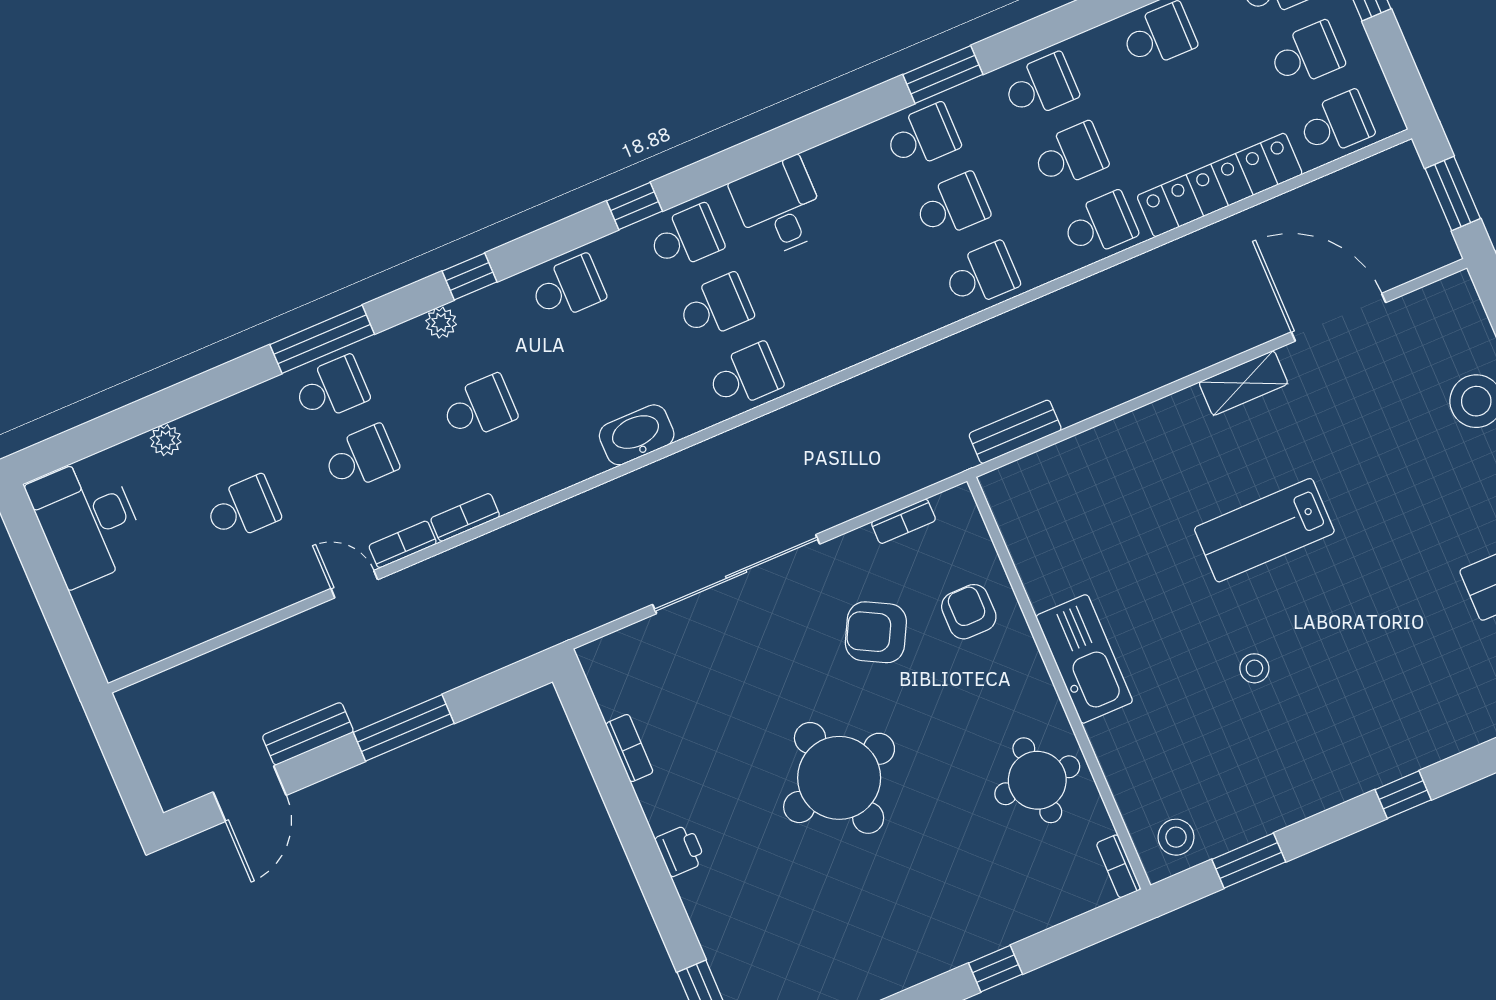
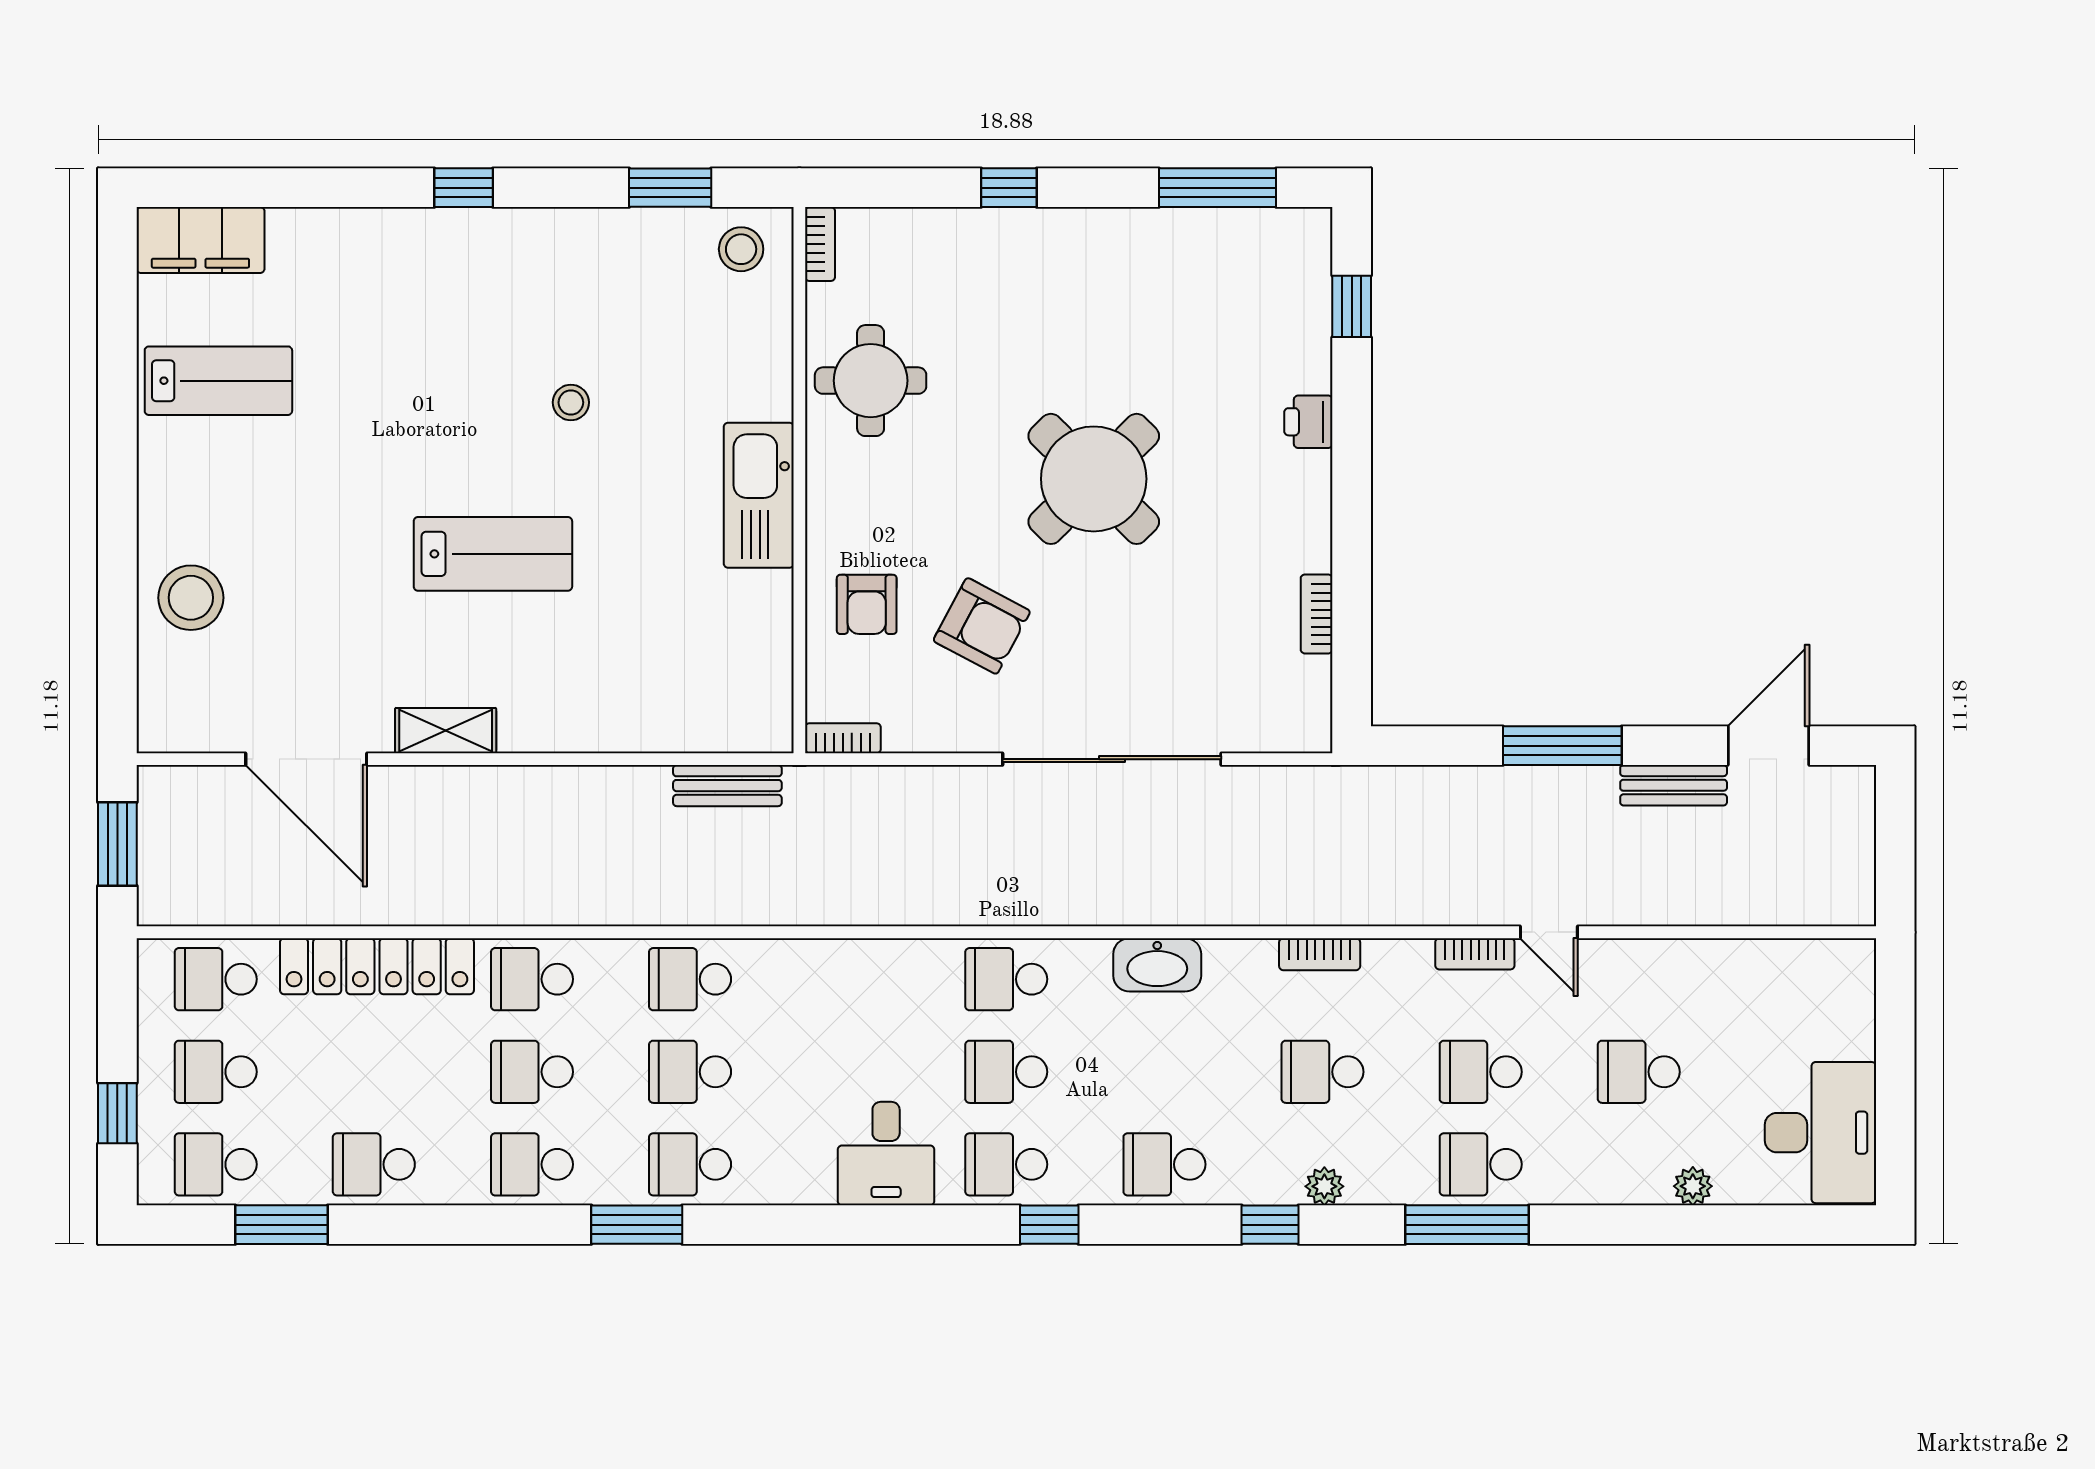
bookcase: (465, 517) -> (1320, 954), moved
bookcase: (903, 521) -> (843, 738), moved
round table: (839, 778) -> (1094, 479), turned -32
printer: (680, 850) -> (1308, 422), moved

